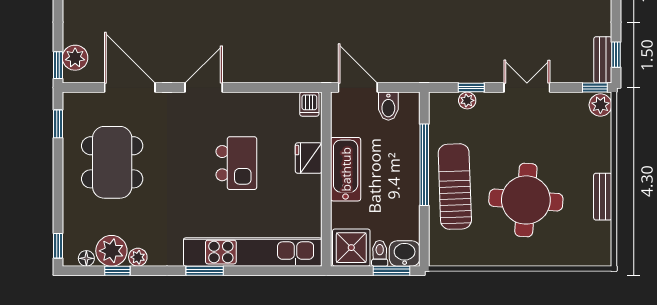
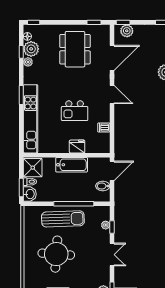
dishwasher: (309, 104) -> (104, 128), moved
dining table: (112, 162) -> (75, 49), turned 90

